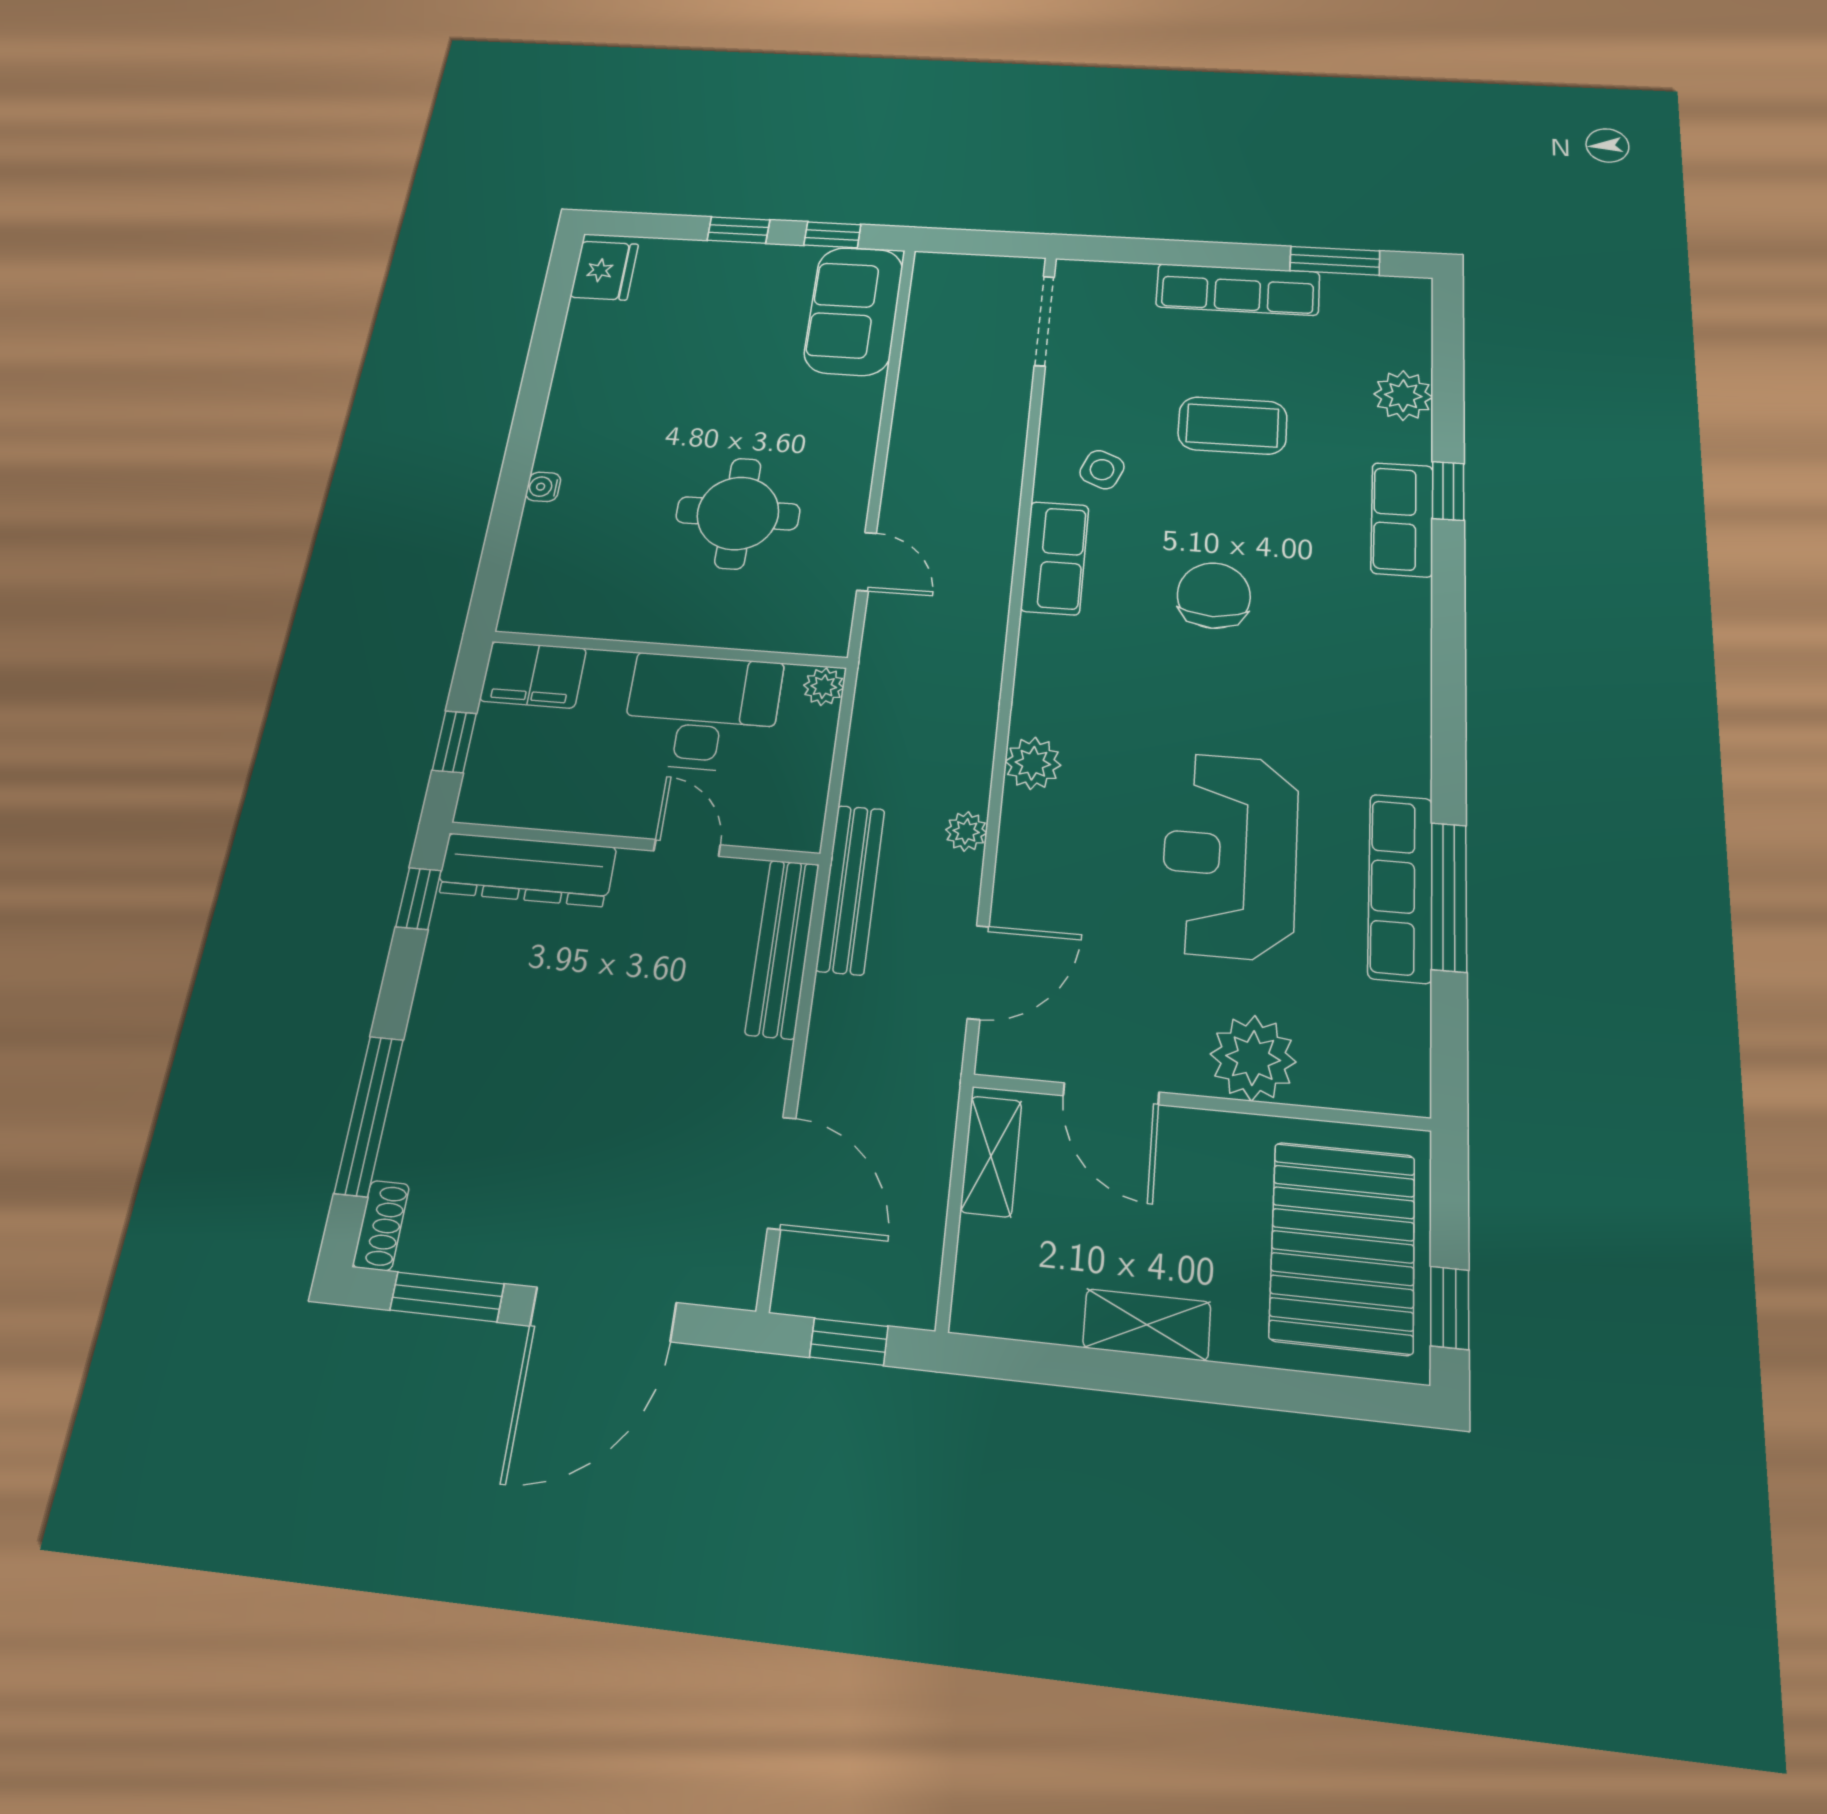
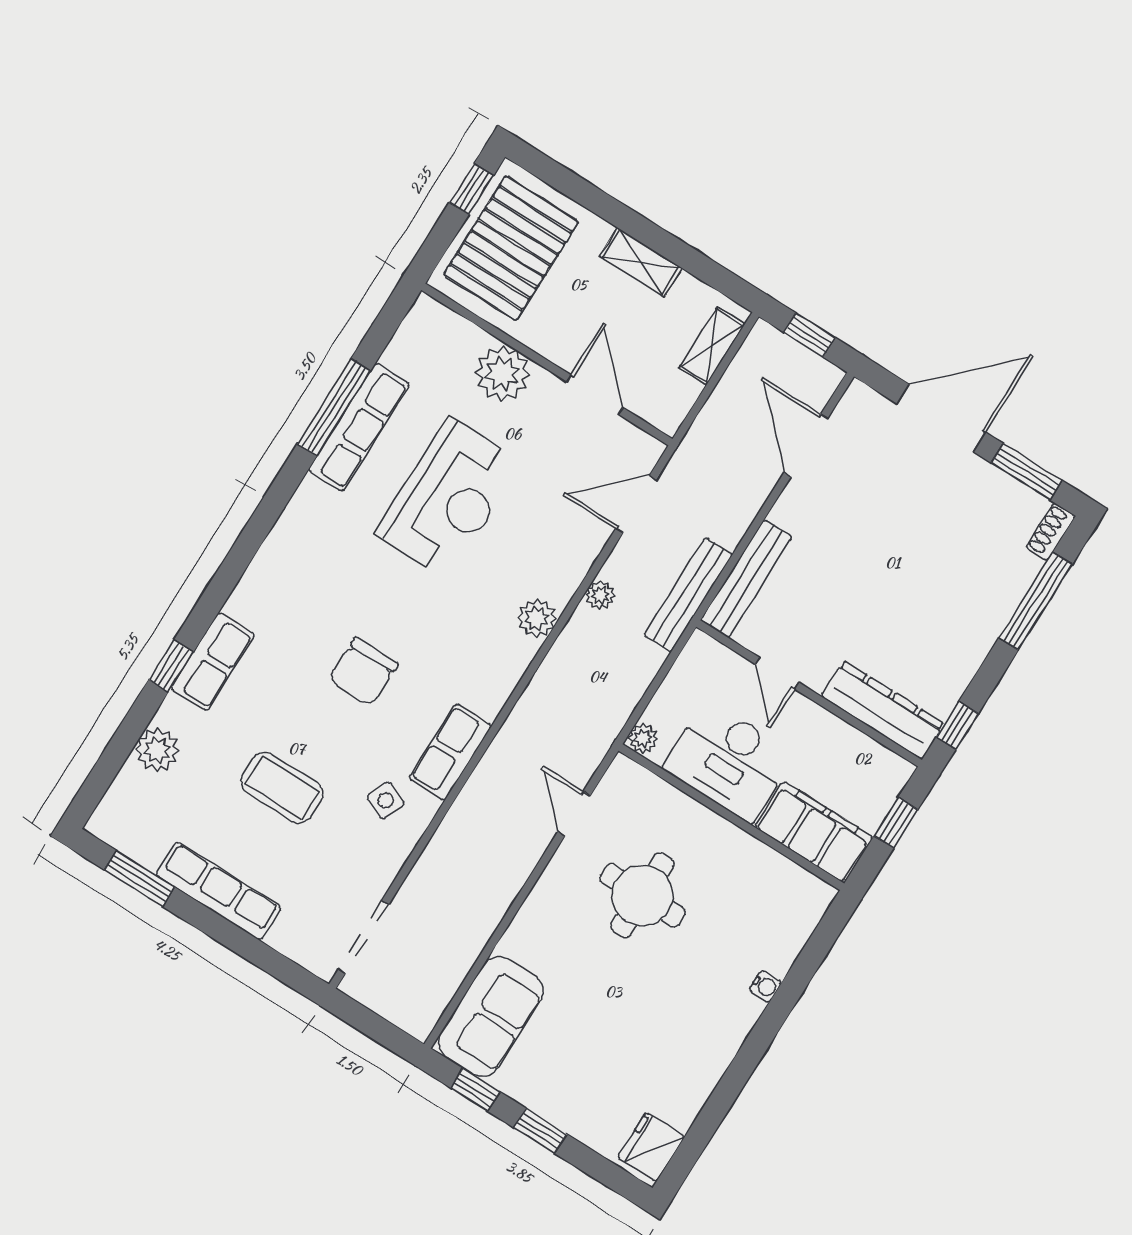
filing cabinet: (533, 675) -> (814, 832), width x1.50, depth x1.17
shelving: (991, 1156) -> (712, 346), moved

